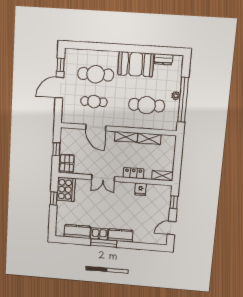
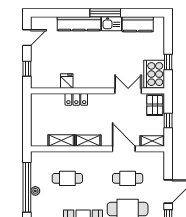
cafe table: (147, 105) -> (67, 178), width x0.73, depth x0.74
shelving: (162, 176) -> (152, 141), moved
double door: (103, 178) -> (128, 91), moved
kitchen counter: (120, 235) -> (79, 24), width x1.50

